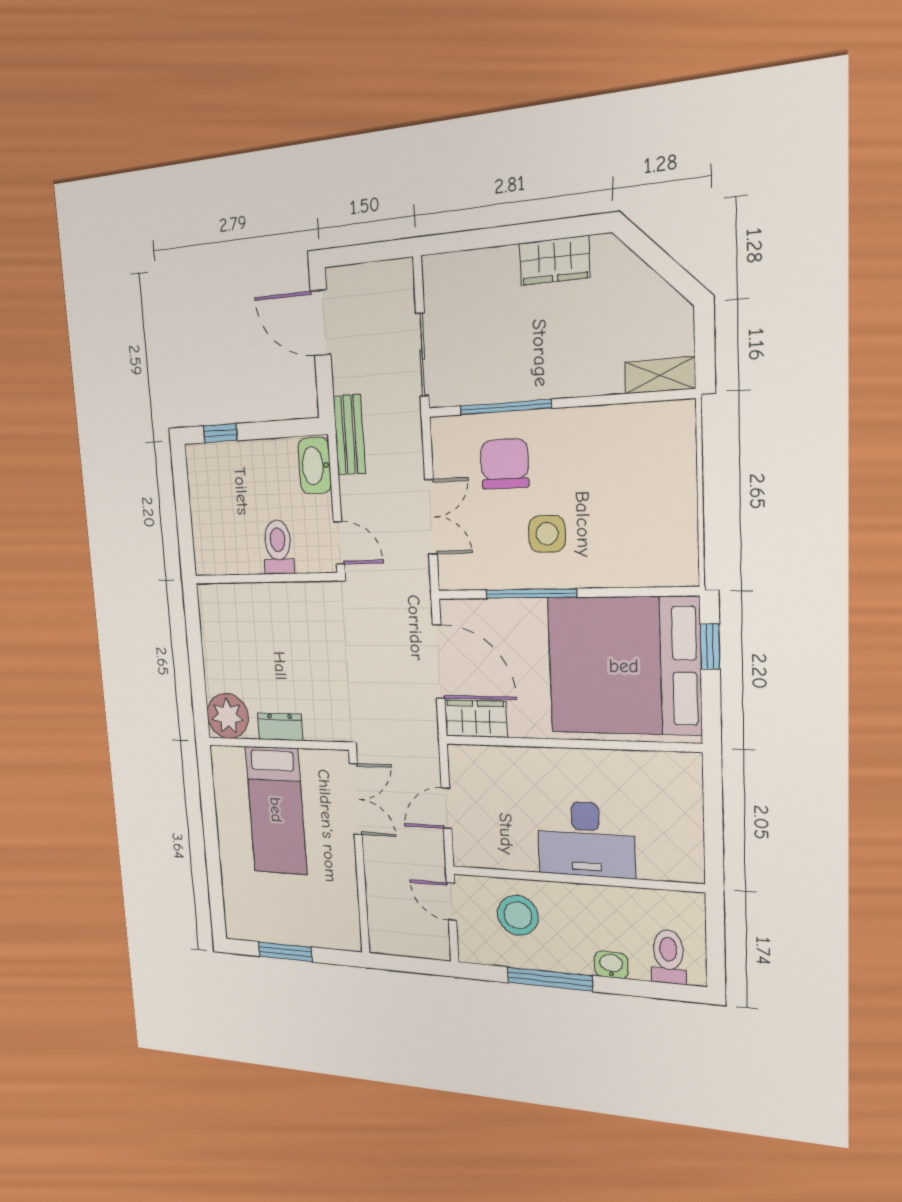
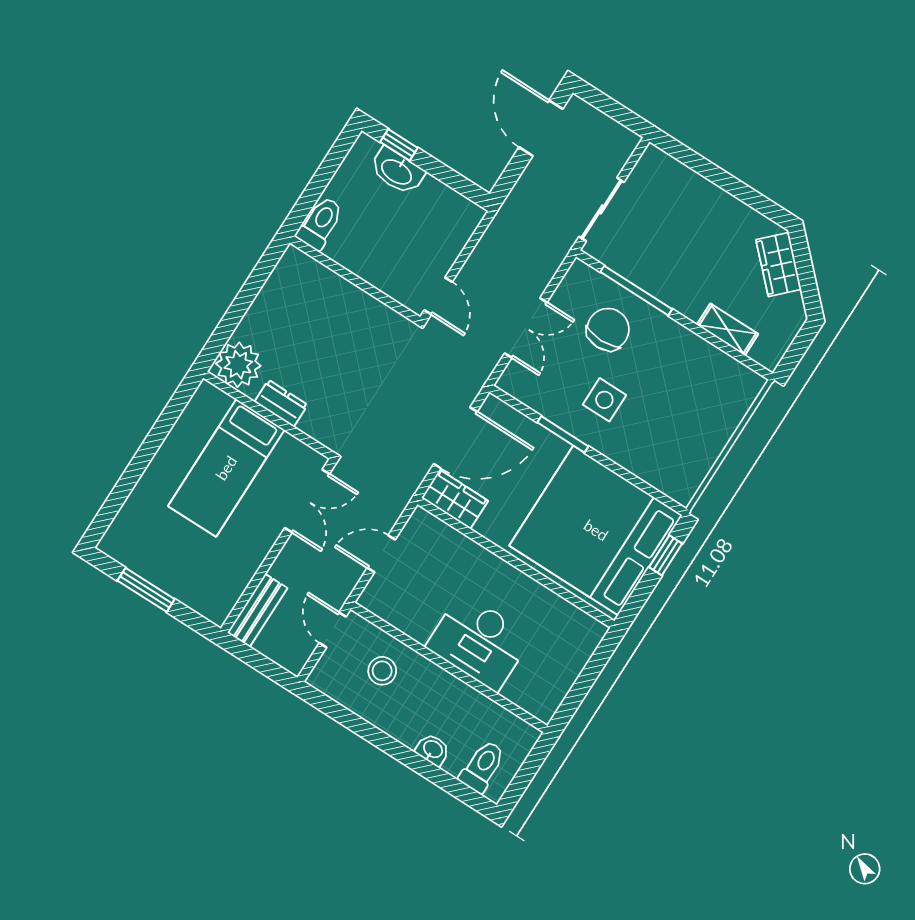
wardrobe: (555, 260) -> (779, 265), moved, turned 45
shelving: (660, 375) -> (728, 329), moved
bench: (349, 435) -> (257, 610), moved
washbasin: (315, 466) -> (397, 171), moved, turned -90
toilet: (278, 547) -> (320, 223), moved
window: (531, 594) -> (563, 434), width x0.69
door: (439, 662) -> (455, 438), hinge flipped
stool: (518, 915) -> (382, 671), width x0.73, depth x0.73
window: (550, 979) -> (374, 735), removed

